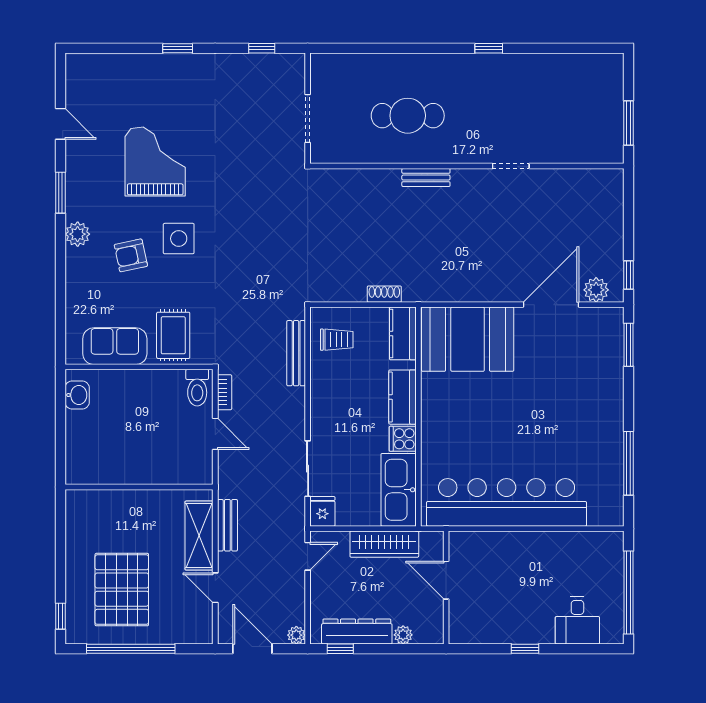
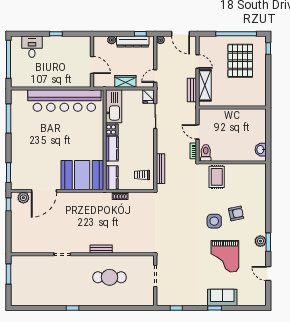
plant: (78, 234) -> (260, 241), moved
sofa: (115, 346) -> (222, 298), moved, turned 180
wardrobe: (384, 544) -> (125, 81), width x0.67

